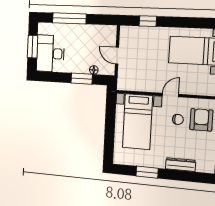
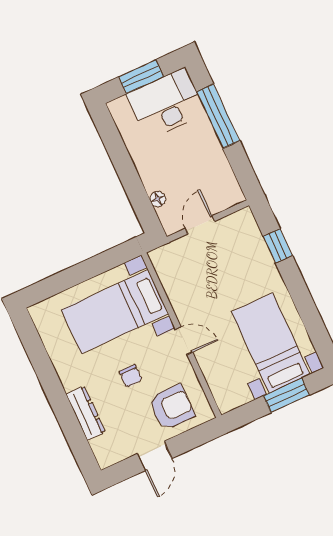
desk: (50, 54) -> (166, 104), moved
window: (82, 79) -> (133, 186), removed
chair: (178, 119) -> (131, 376), moved
window: (147, 172) -> (44, 369), removed

